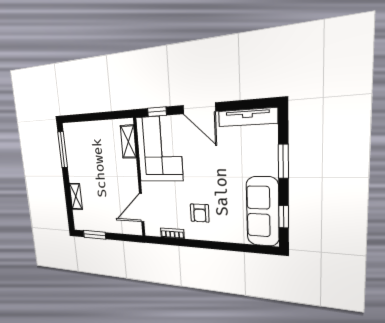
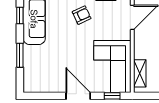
tv unit: (247, 117) -> (43, 87), removed
armchair: (200, 213) -> (82, 15), turned 65

